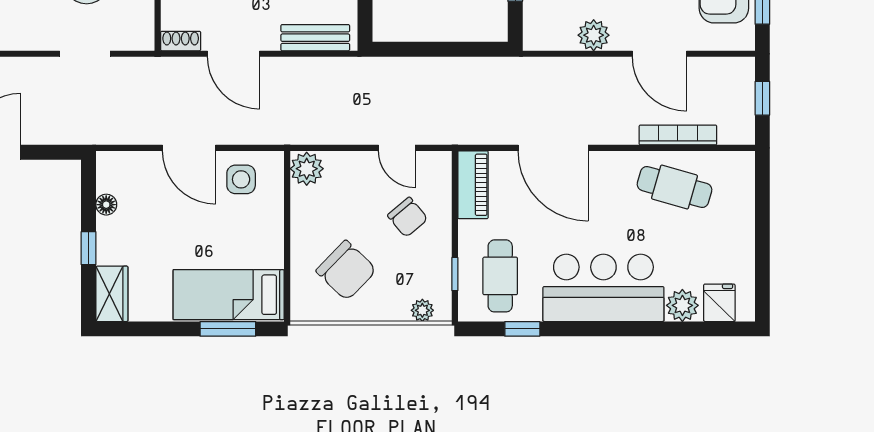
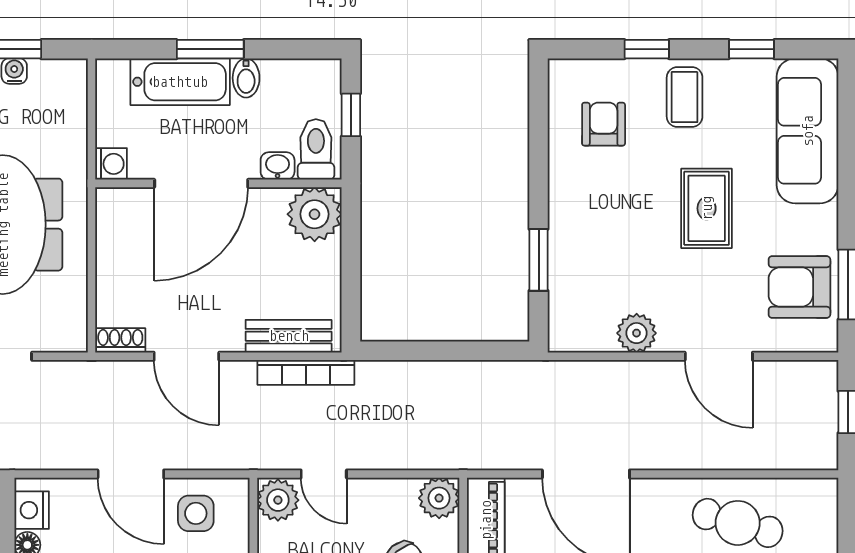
bookcase: (678, 135) -> (306, 372), moved, turned 180
door: (397, 148) -> (324, 474), moved
plant: (436, 167) -> (439, 498), added
nightstand: (110, 177) -> (32, 510), added

